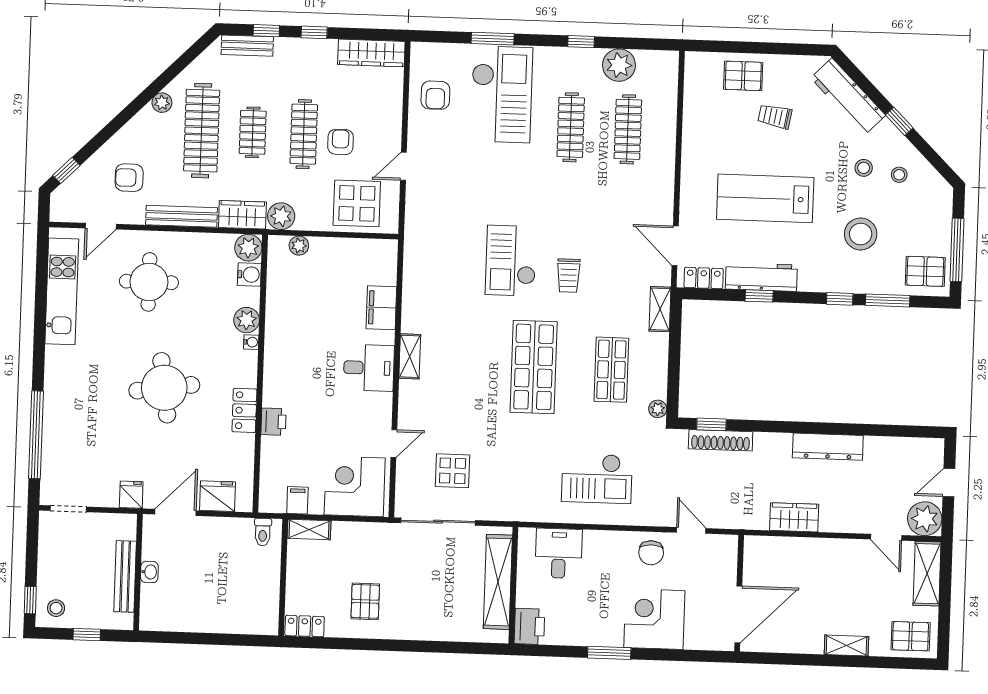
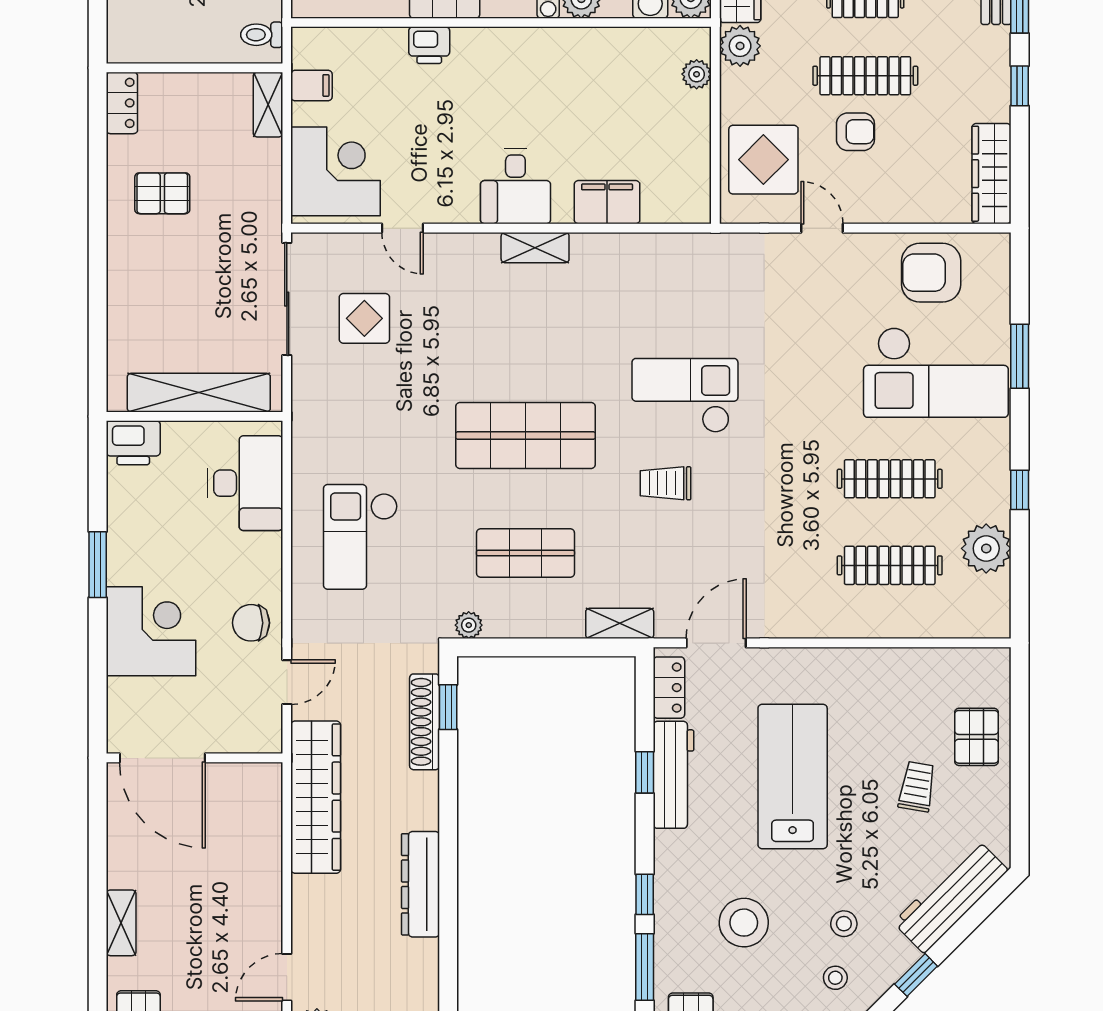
armchair: (435, 95) -> (931, 273), width x1.38, depth x1.38
wardrobe: (794, 517) -> (316, 797), width x2.10, depth x1.17
desk: (559, 553) -> (245, 483), width x1.37

